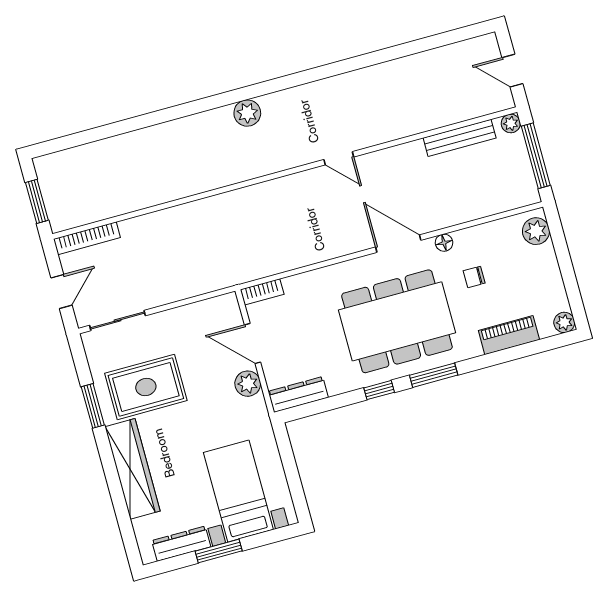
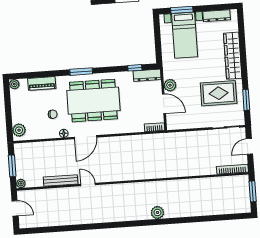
plant: (247, 113) -> (157, 212), moved
bench: (460, 138) -> (61, 181), moved
window: (536, 156) -> (12, 166), width x0.69
door: (339, 158) -> (88, 185), moved
door: (398, 244) -> (85, 137), hinge flipped
window: (379, 390) -> (135, 68), moved
window: (93, 406) -> (246, 100), moved
window: (219, 551) -> (182, 10), moved

